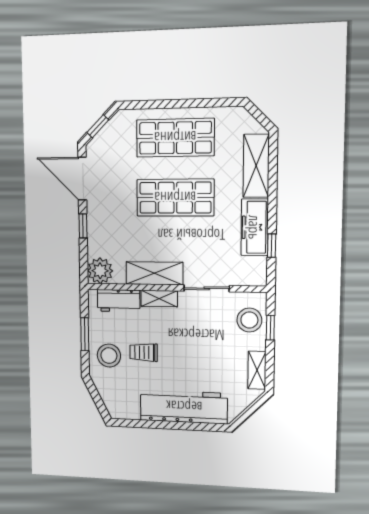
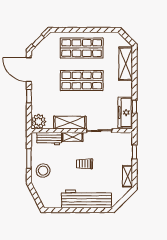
freezer: (255, 227) -> (125, 112), moved
stool: (249, 320) -> (123, 148), removed
trolley: (144, 352) -> (85, 164), moved

